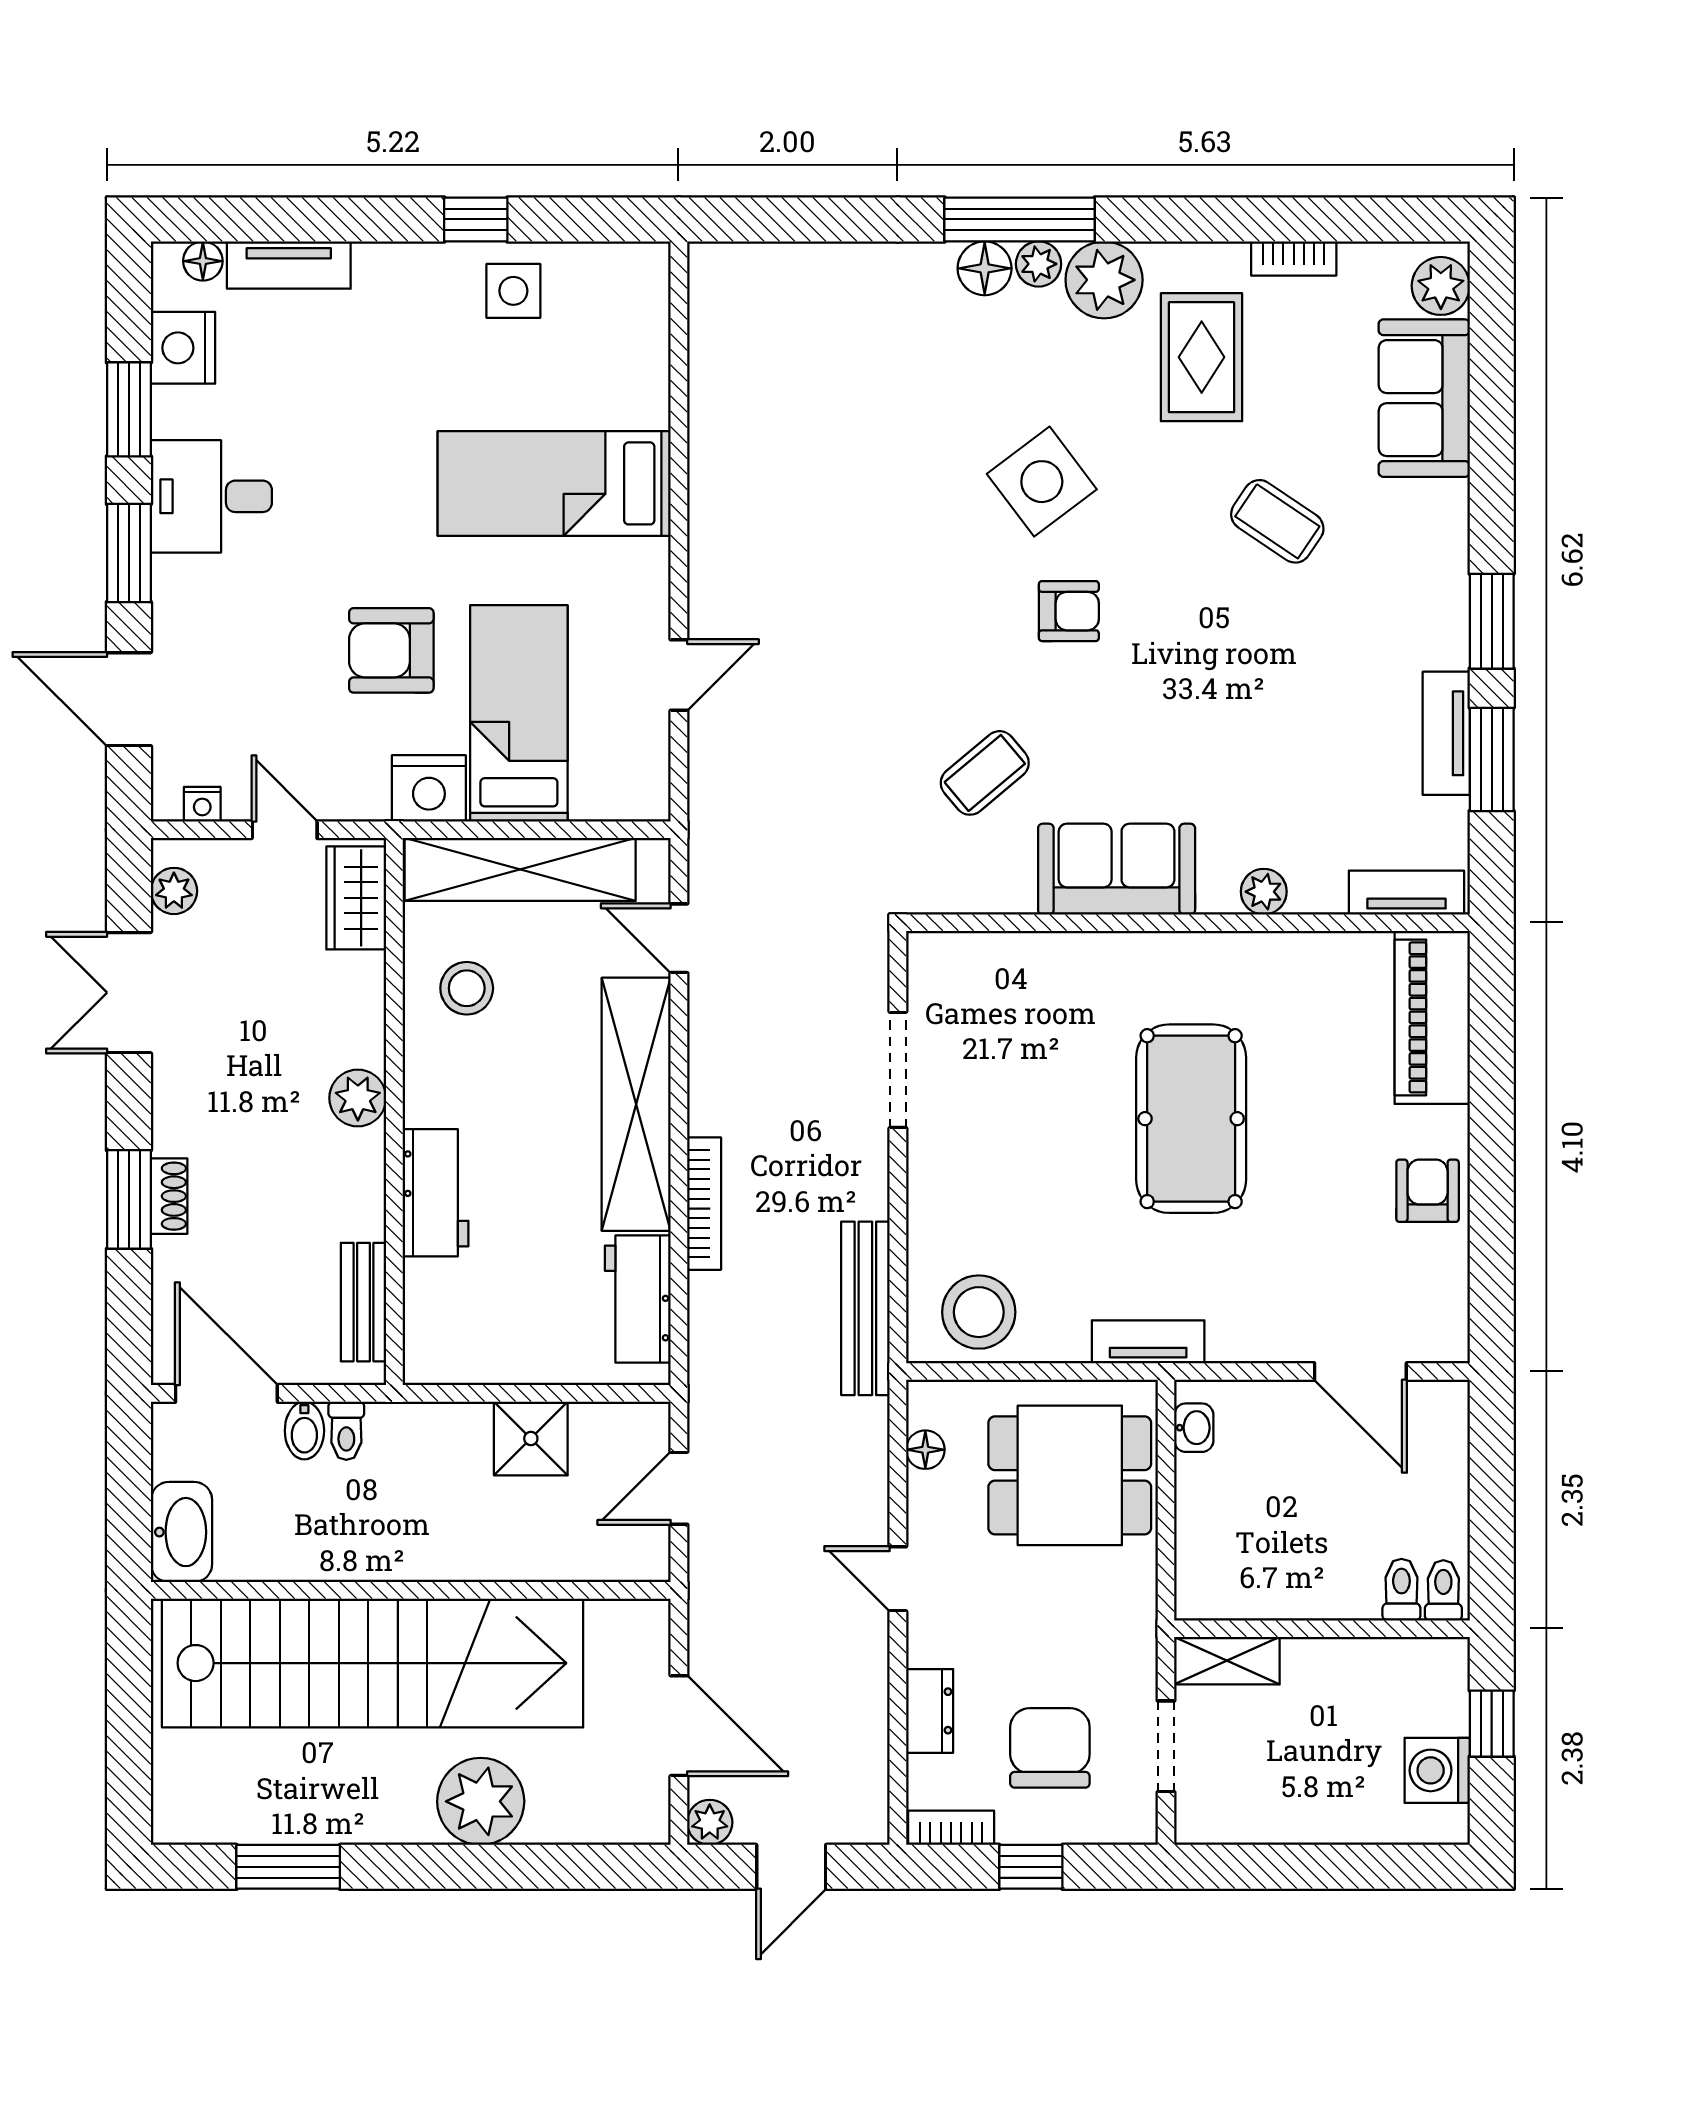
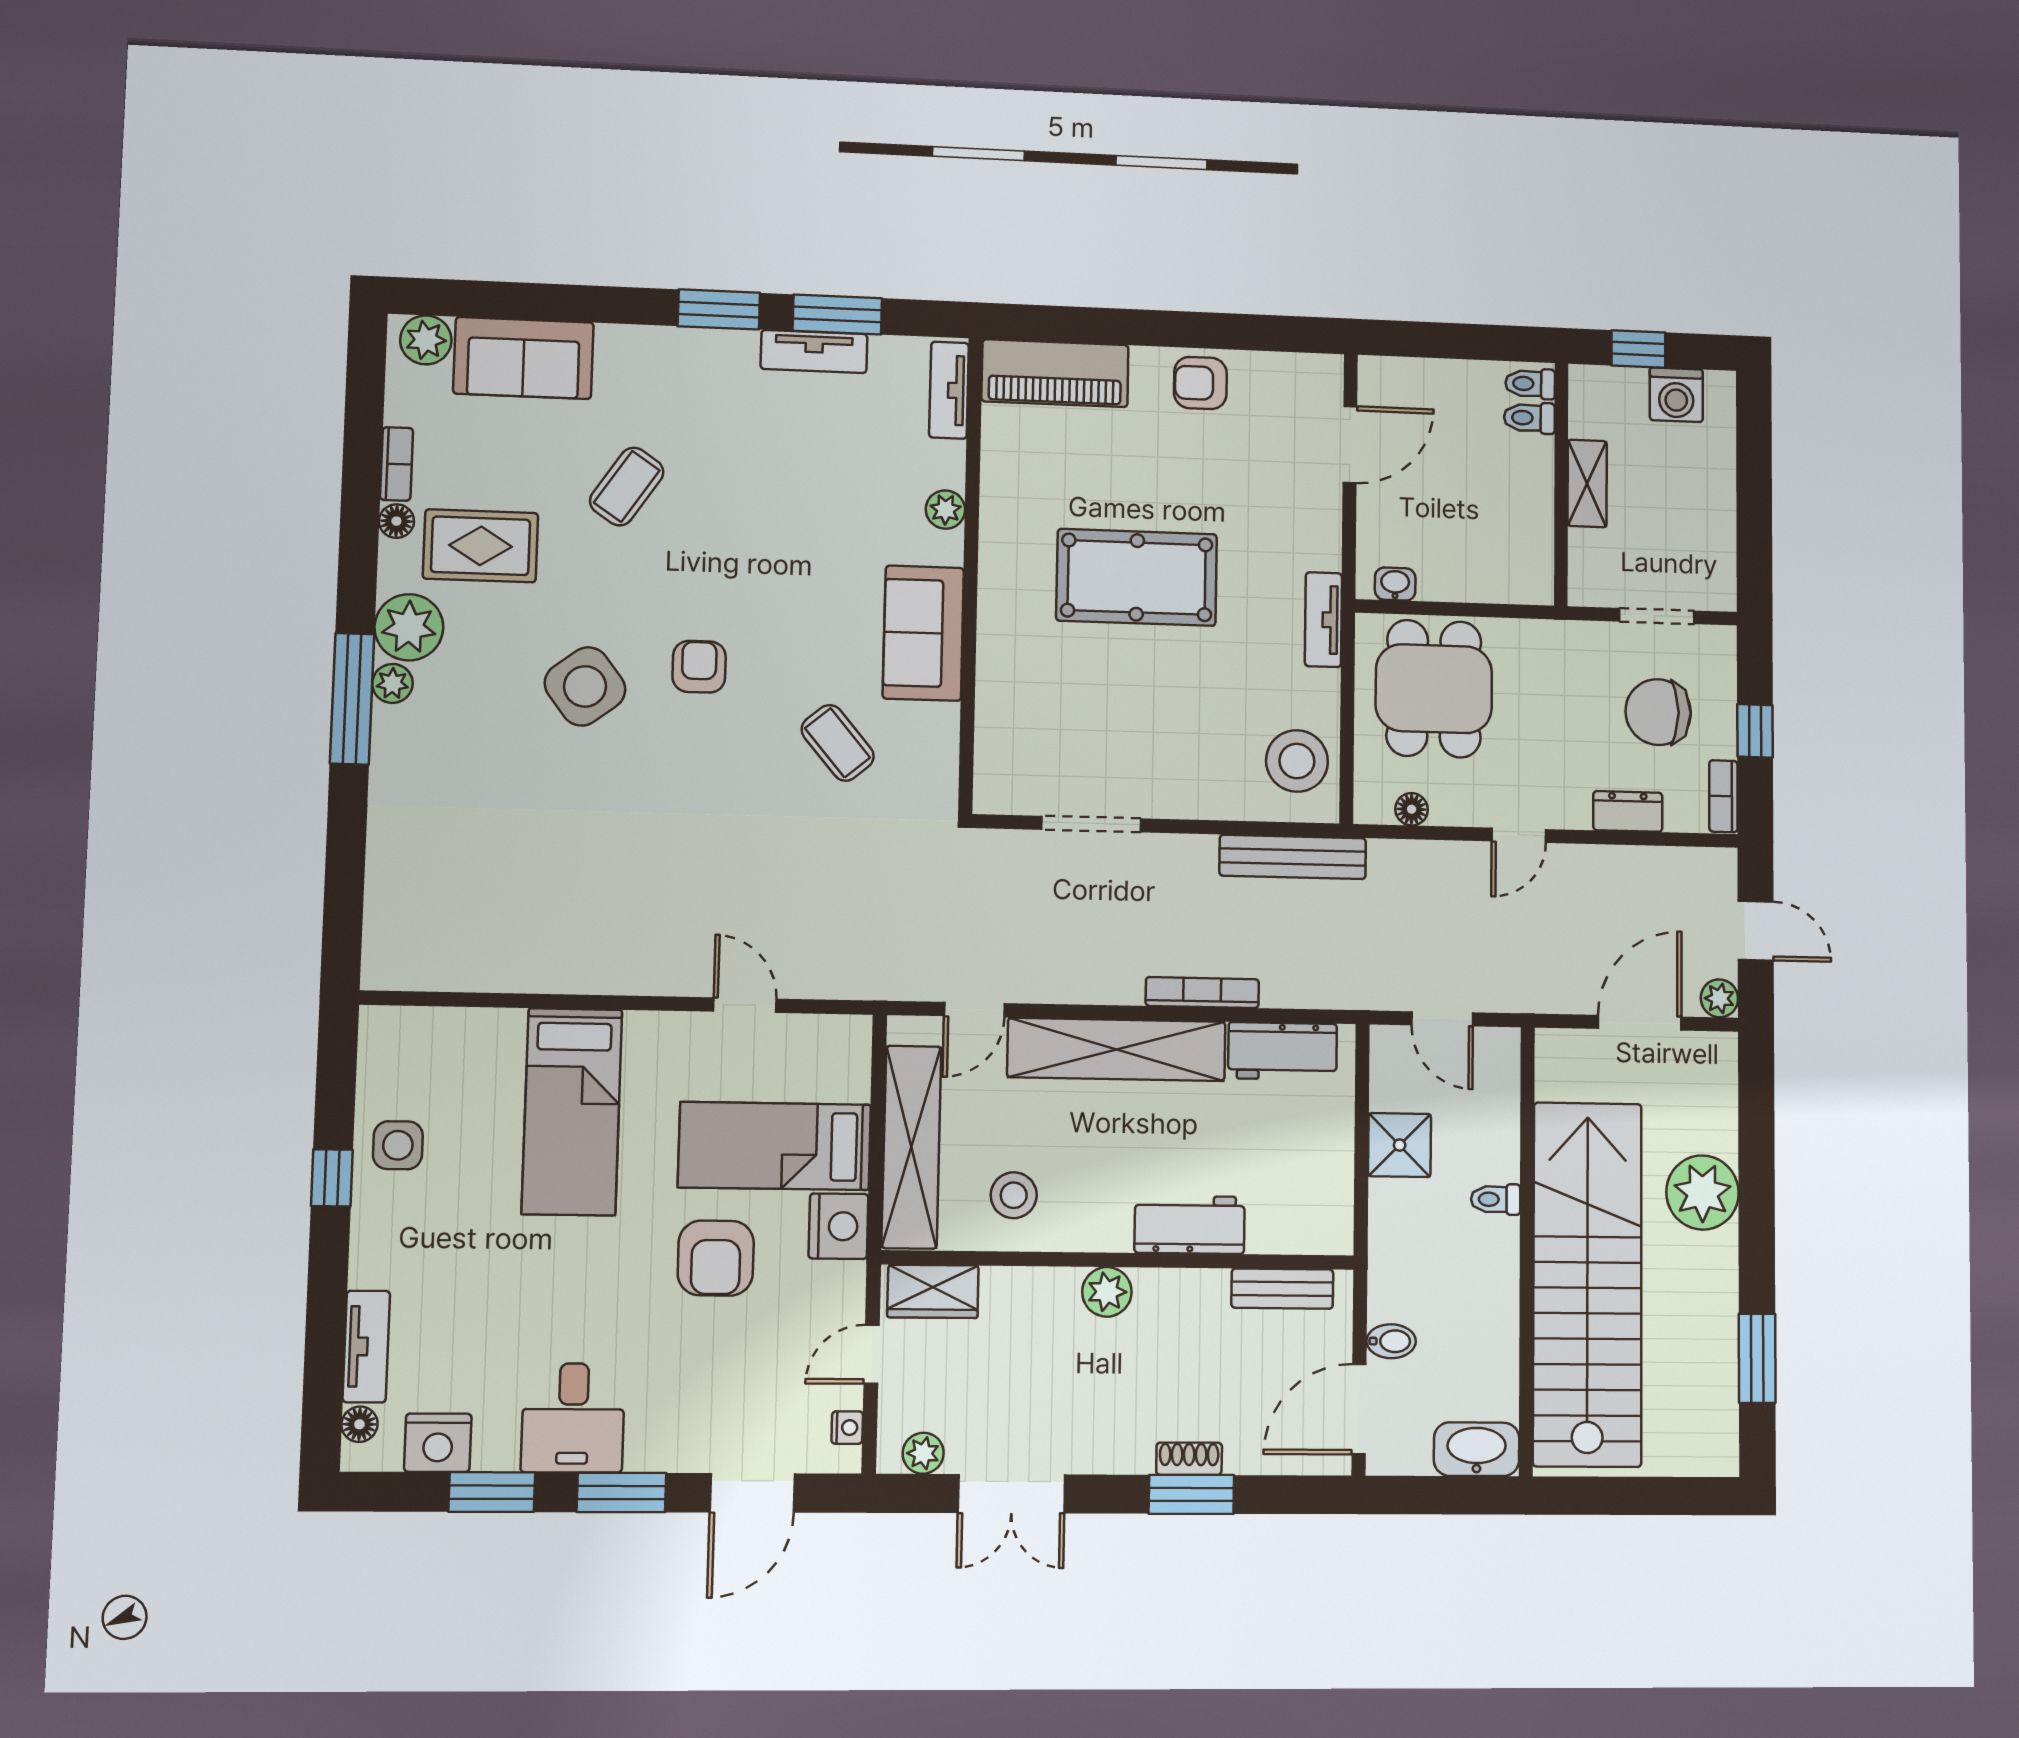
floor lamp: (985, 268) -> (396, 521), moved, width x0.73, depth x0.73
toilet: (346, 1431) -> (1496, 1199), moved, turned 180
shelving: (1227, 1661) -> (1587, 483), moved

